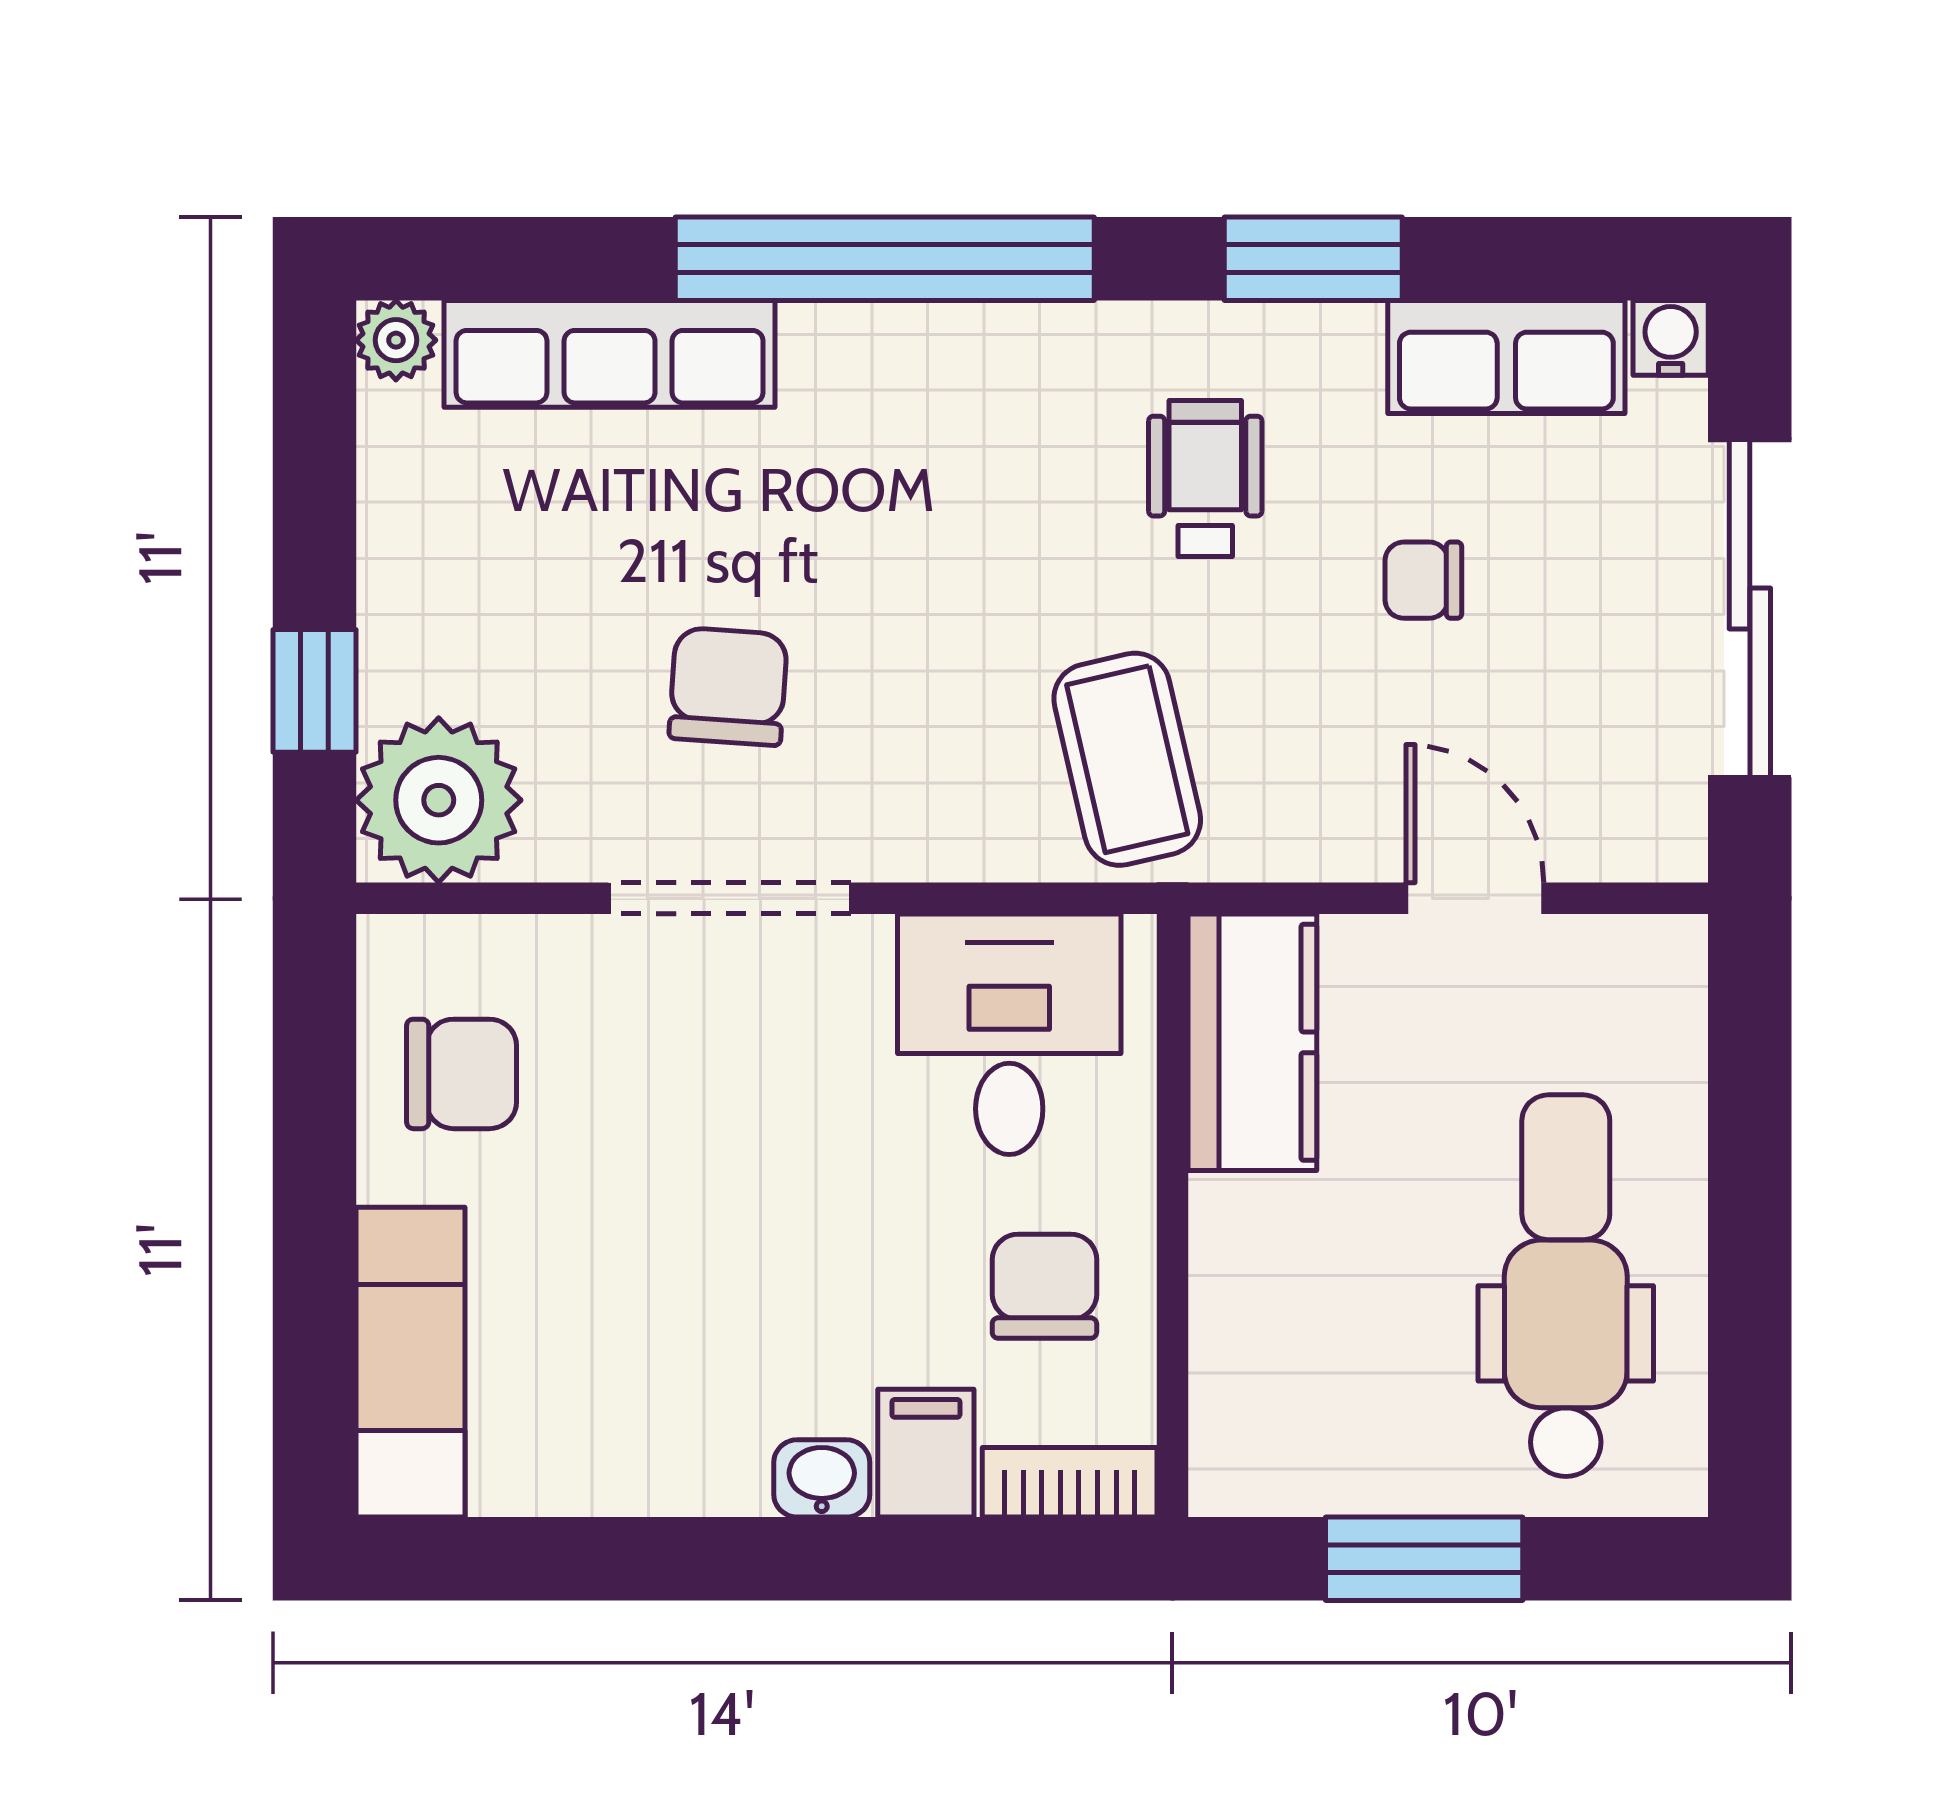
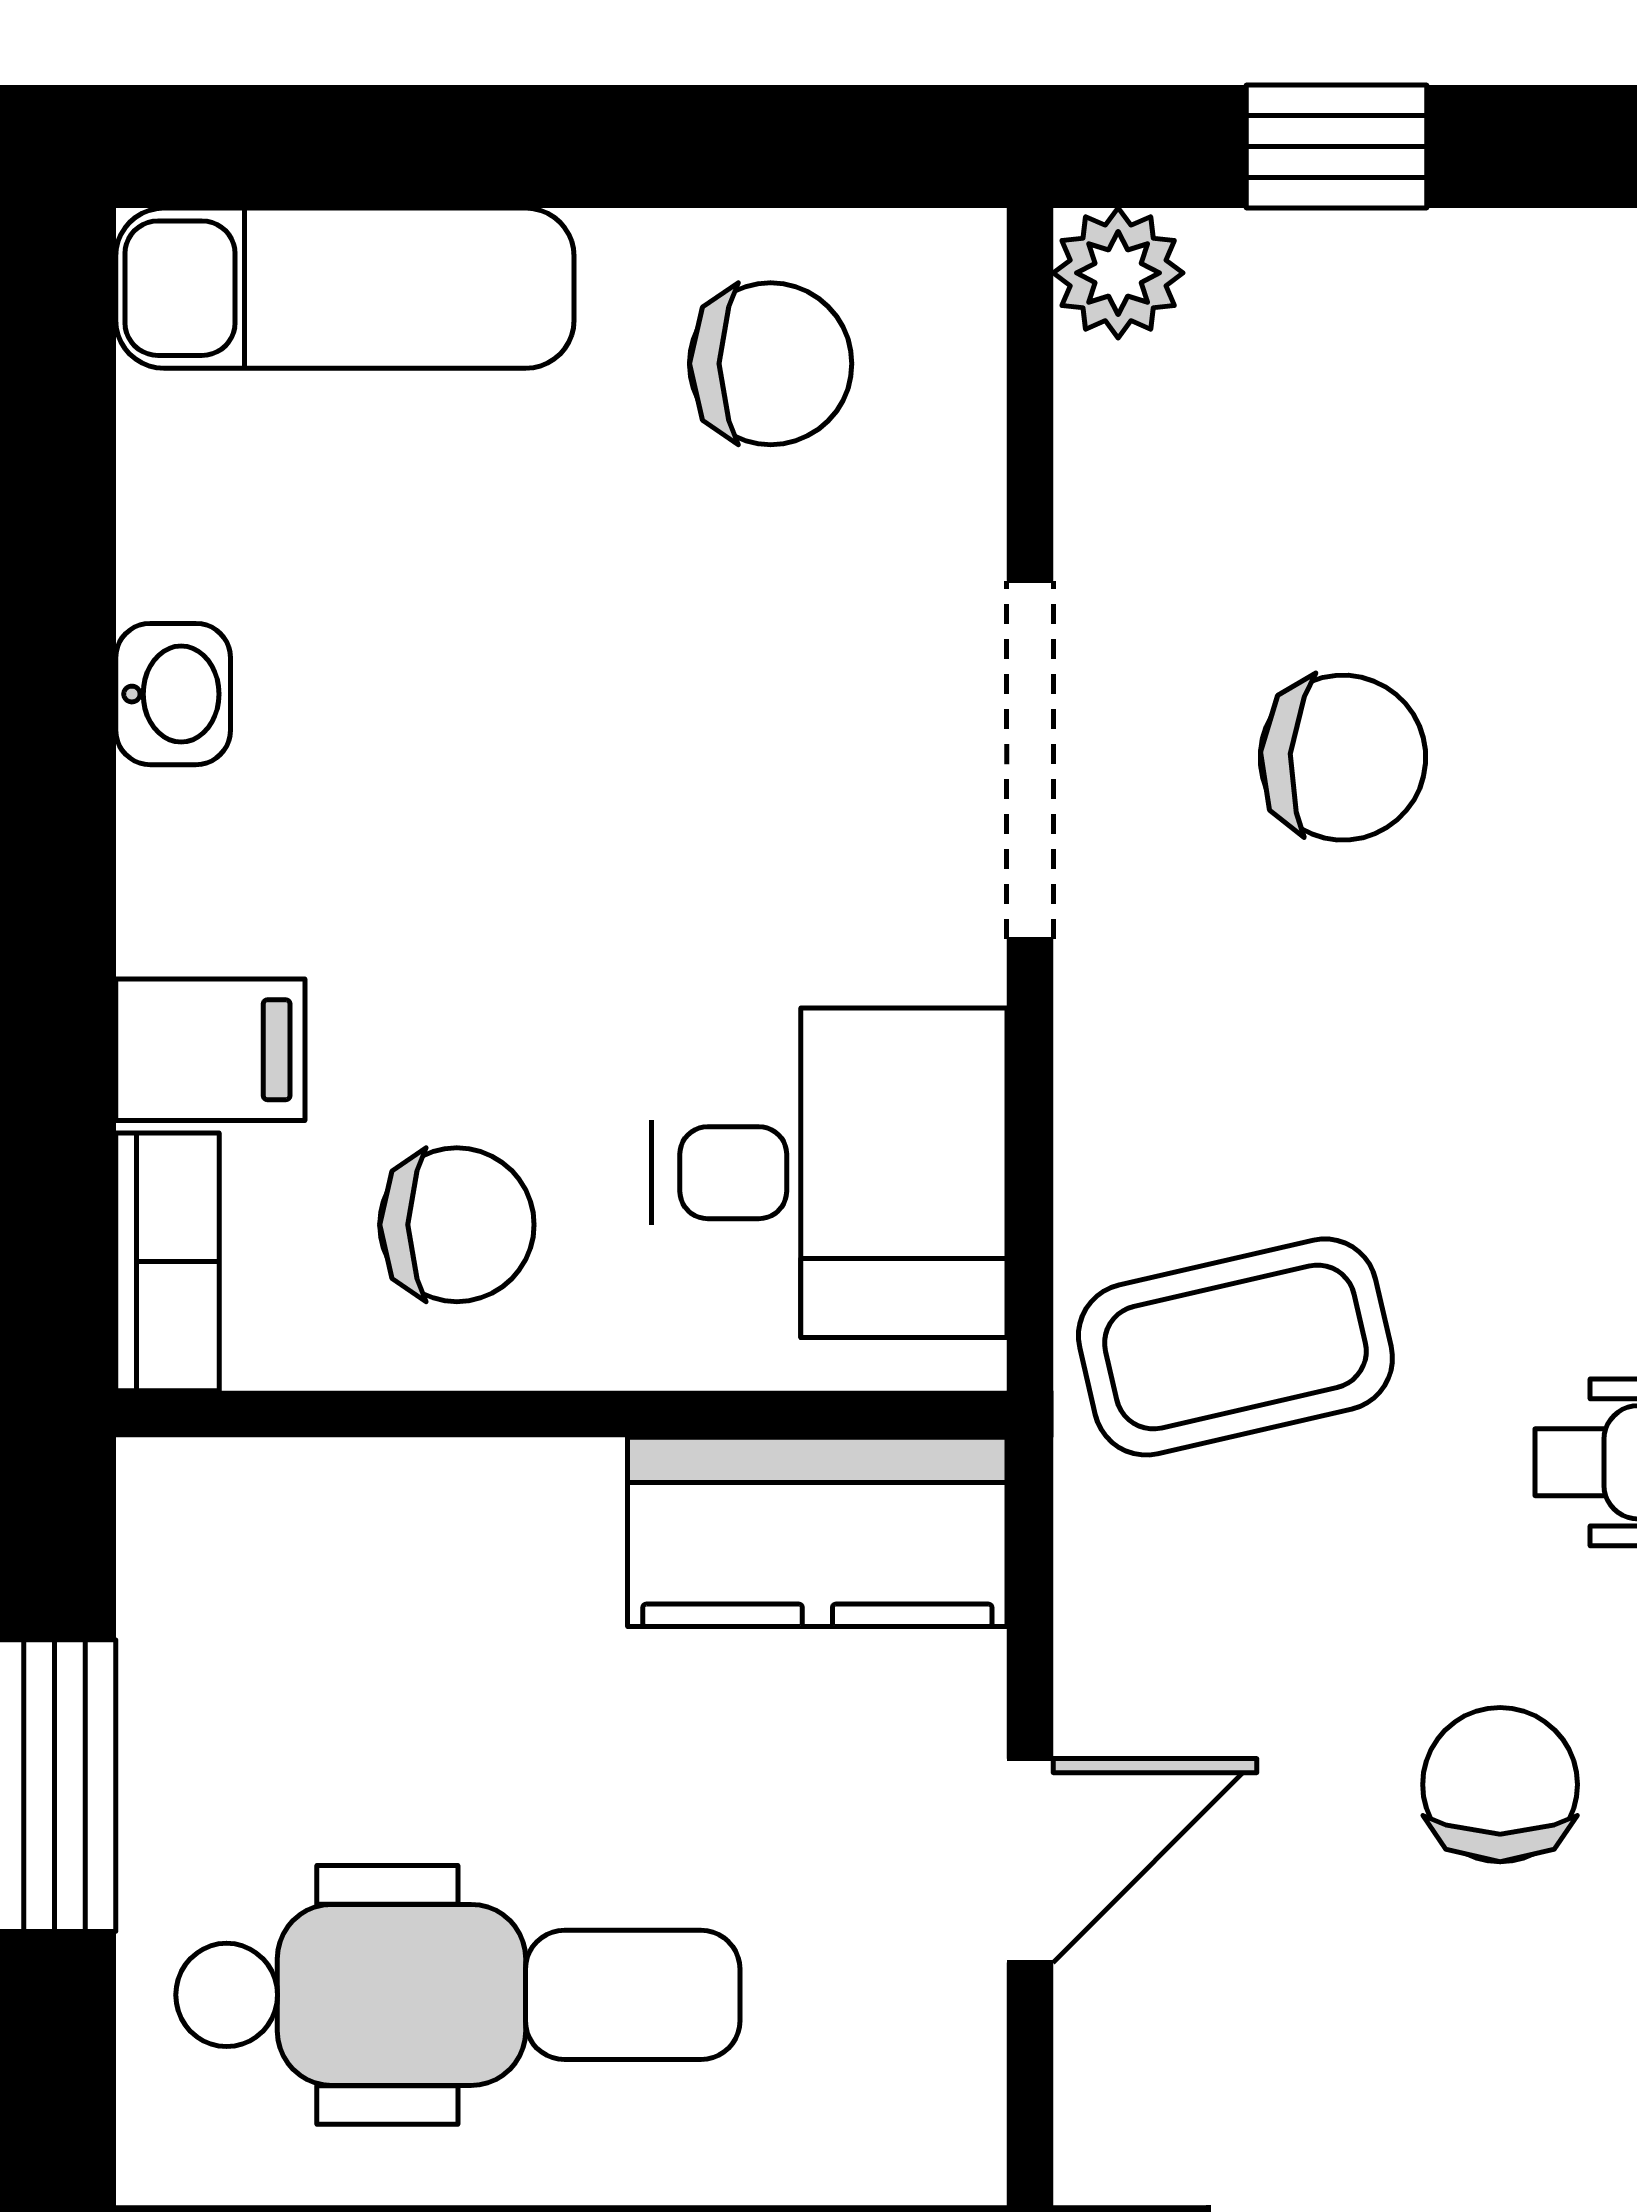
chair: (1423, 580) -> (1500, 1785), width x1.37, depth x1.37
plant: (439, 800) -> (1118, 273), width x0.53, depth x0.53
chair: (462, 1074) -> (771, 364), turned -90
washbasin: (822, 1478) -> (173, 694), moved

